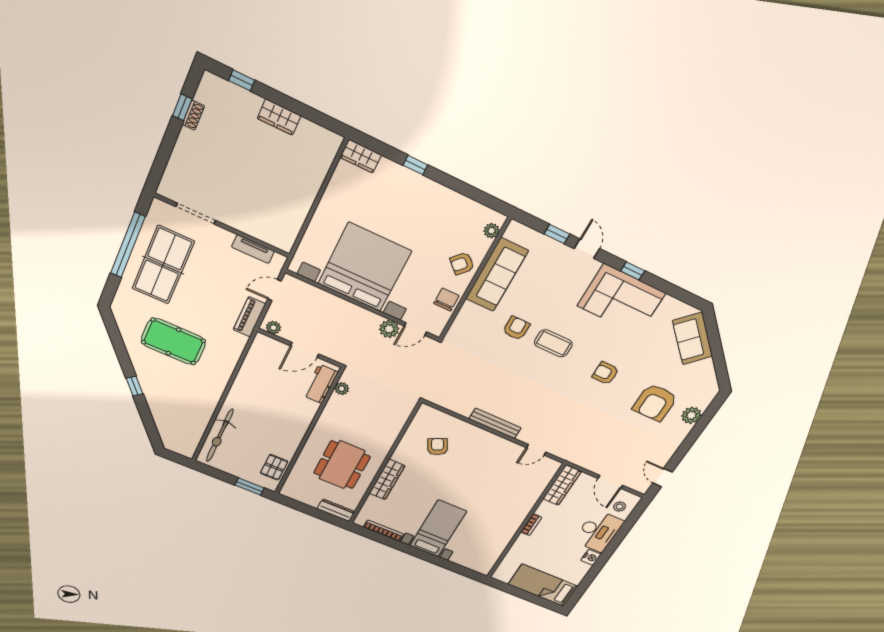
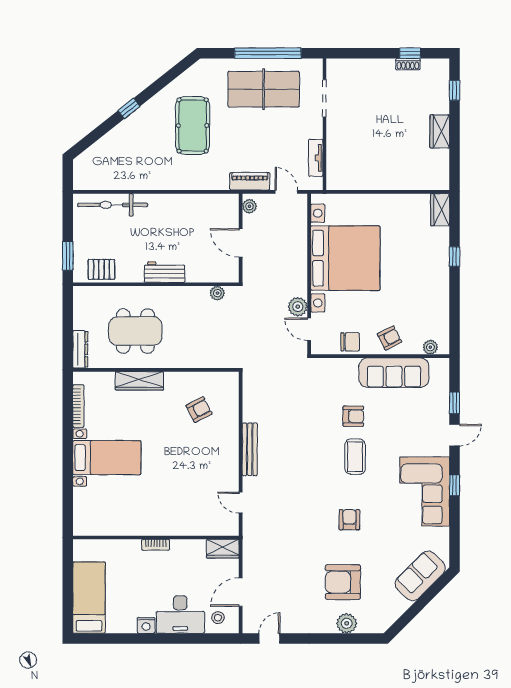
armchair: (462, 263) -> (389, 338), turned 110
workbench: (321, 384) -> (165, 272), moved
wardrobe: (562, 485) -> (223, 549), width x0.67

